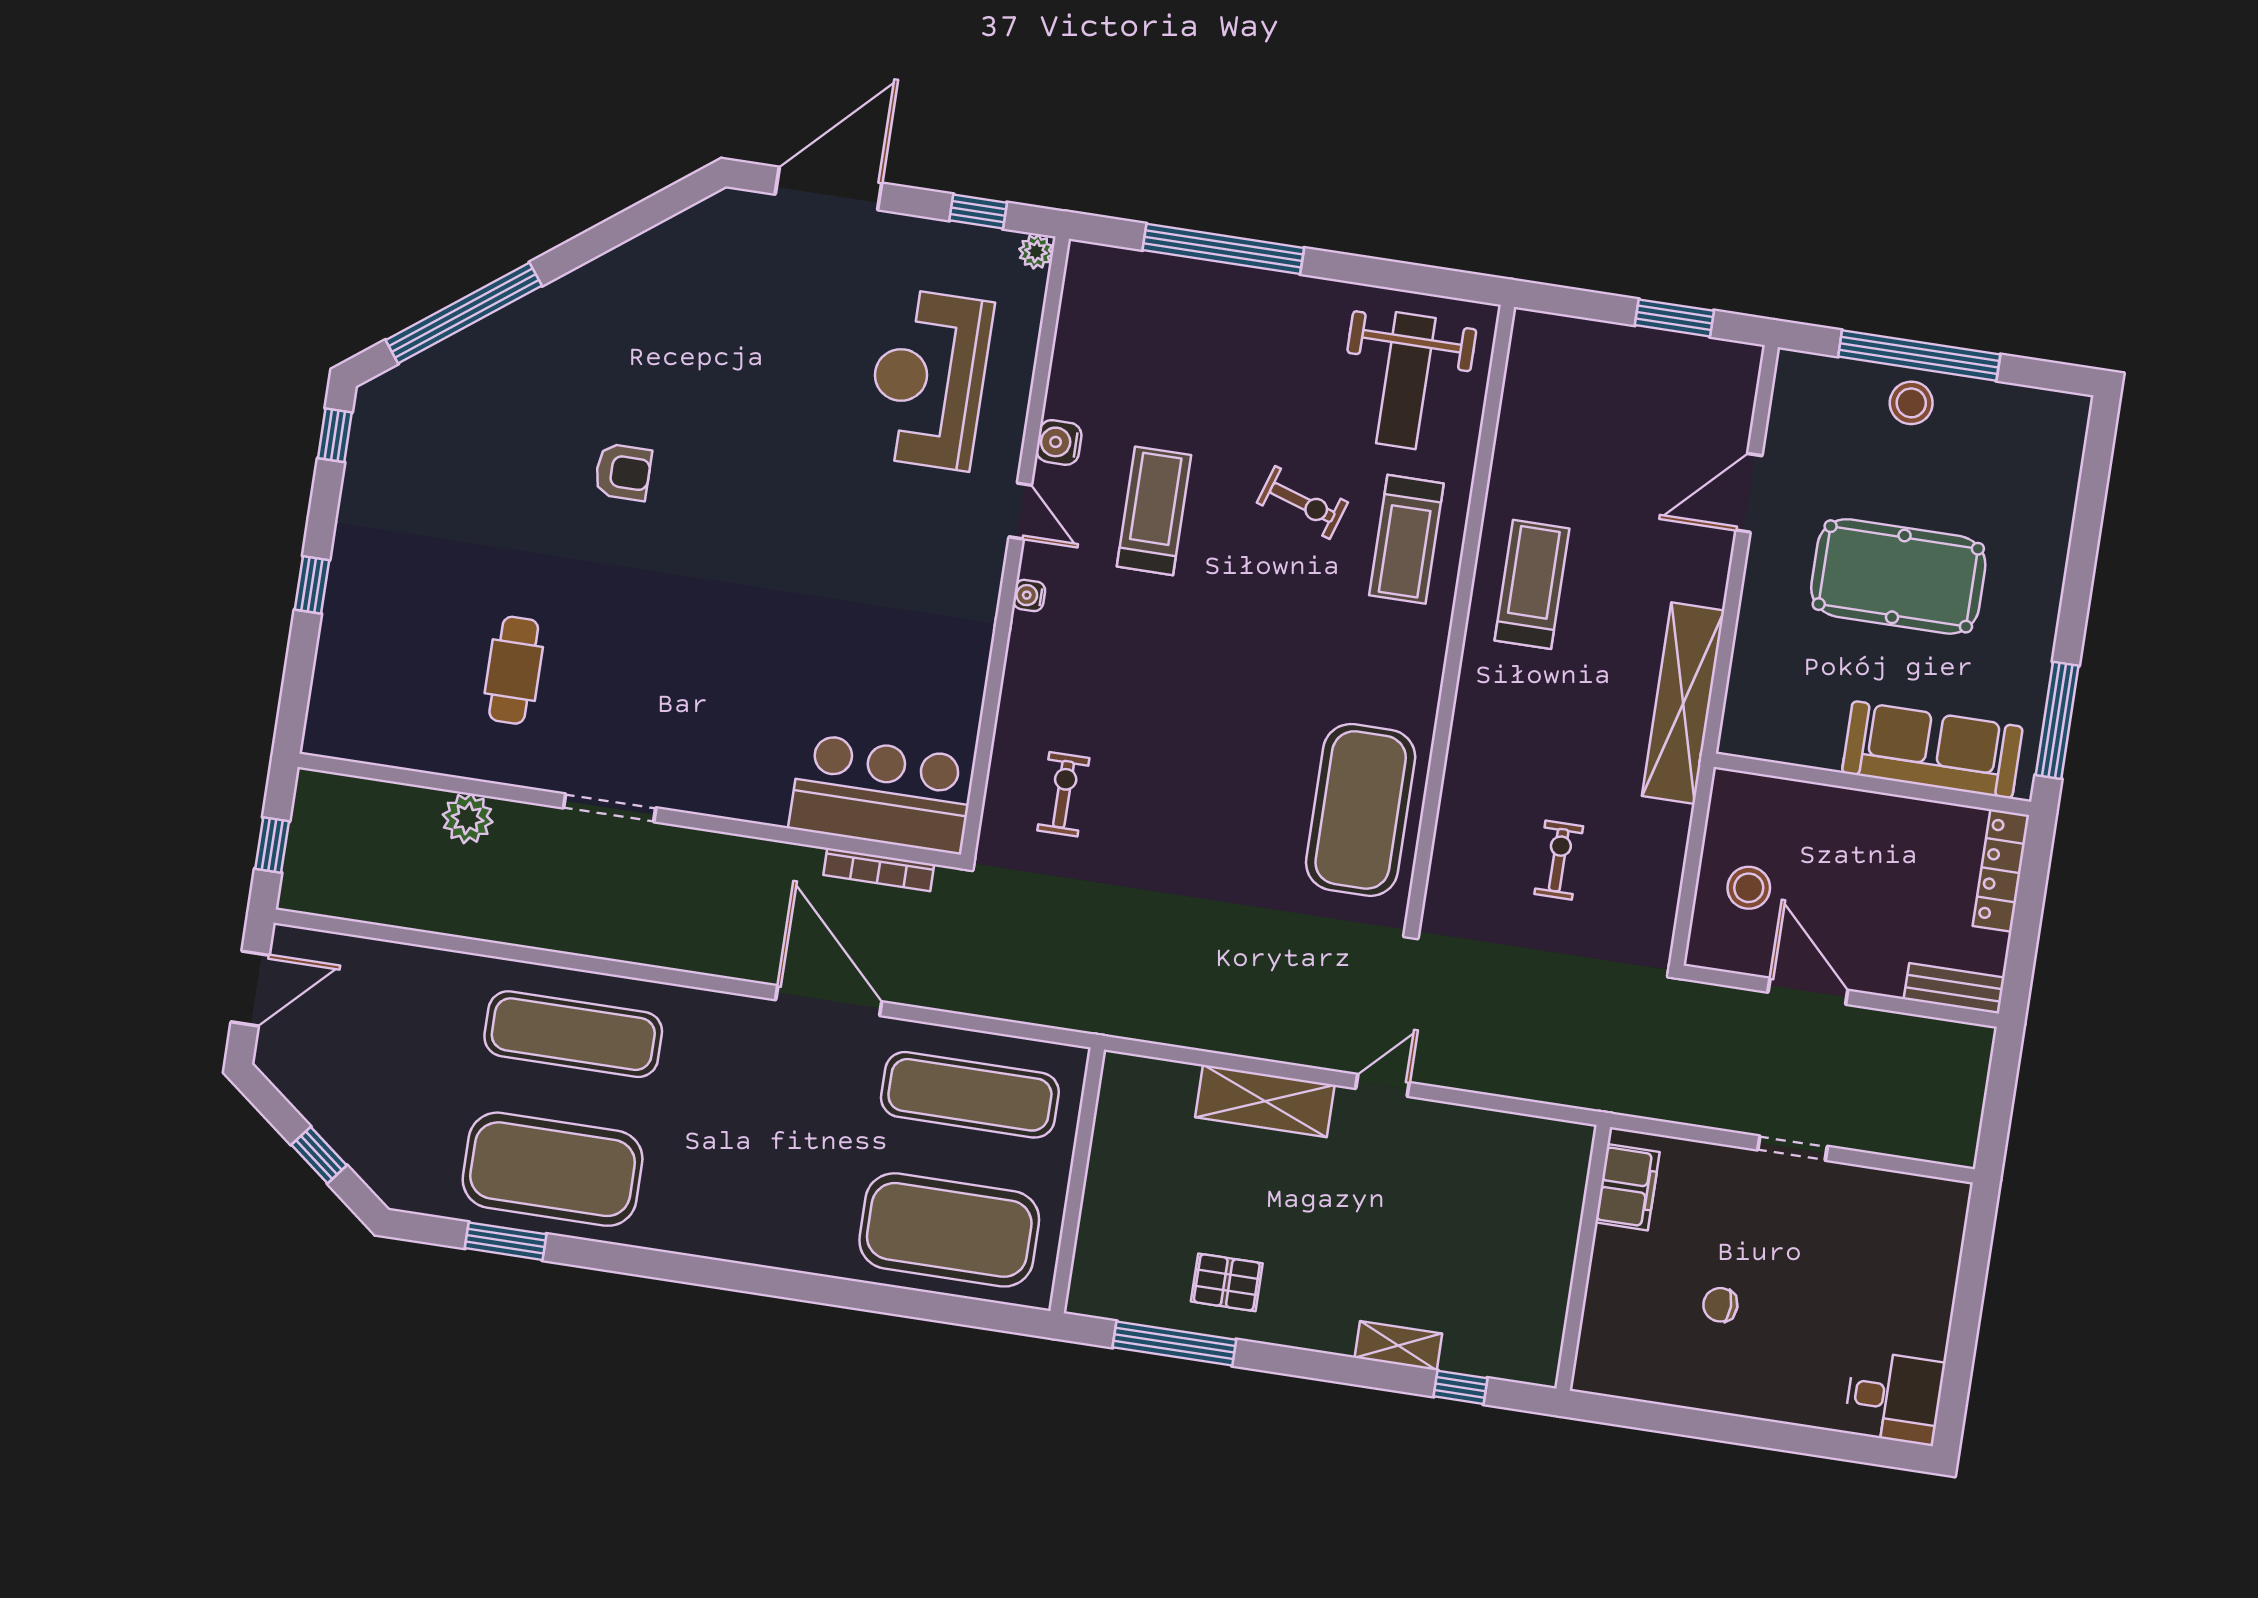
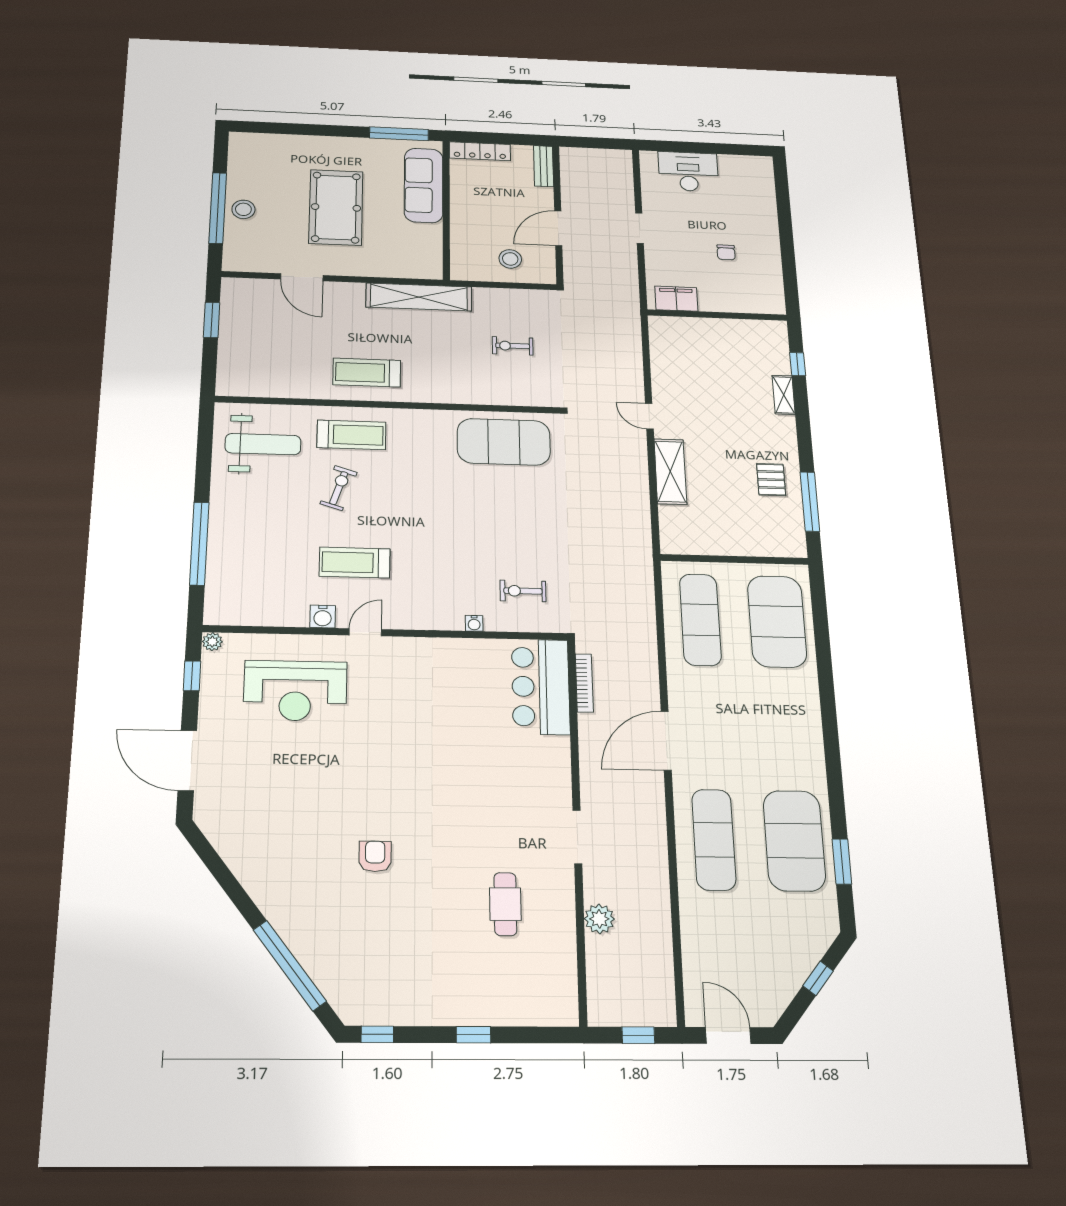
water cooler: (1029, 595) -> (474, 623), moved
cafe table: (514, 670) -> (505, 904), turned 90
door: (829, 1001) -> (666, 741), moved
desk: (1894, 1397) -> (688, 172), moved, width x1.37

